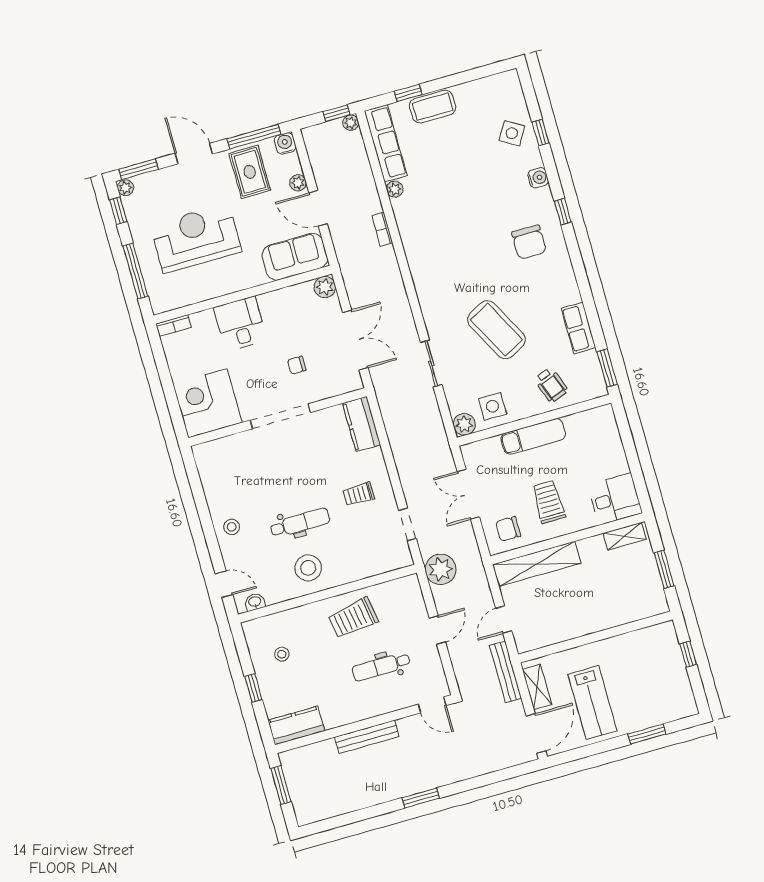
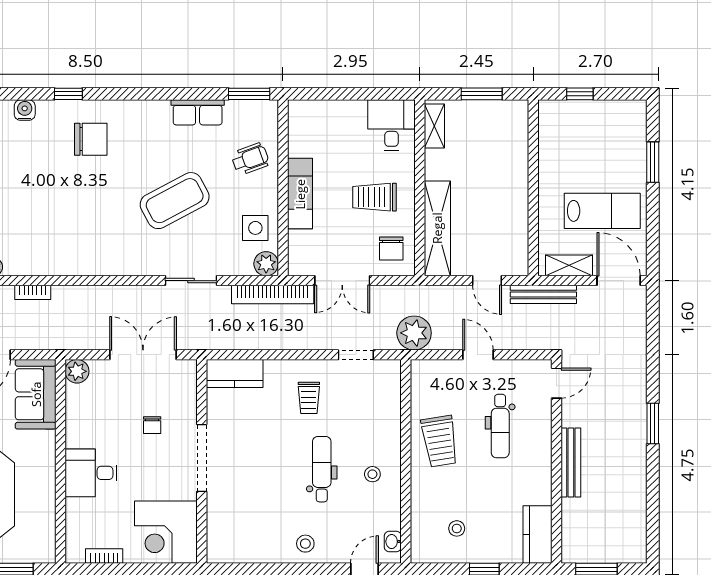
bookcase: (173, 326) -> (104, 556), moved, turned -90
bookcase: (439, 438) -> (273, 295), added
stool: (308, 568) -> (372, 474), width x0.53, depth x0.53

